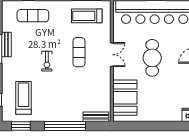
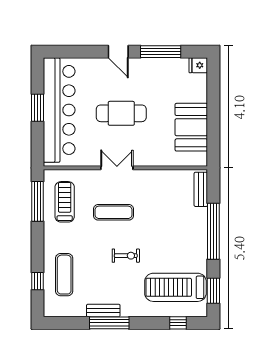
treadmill: (87, 16) -> (65, 202), turned 180
treadmill: (23, 98) -> (175, 287), width x1.37, depth x1.38
booth: (125, 98) -> (191, 127), moved, turned 90

